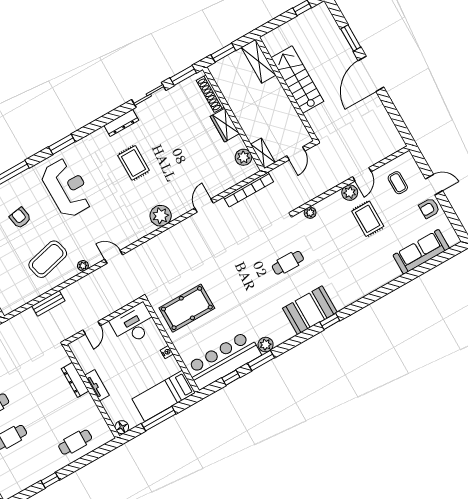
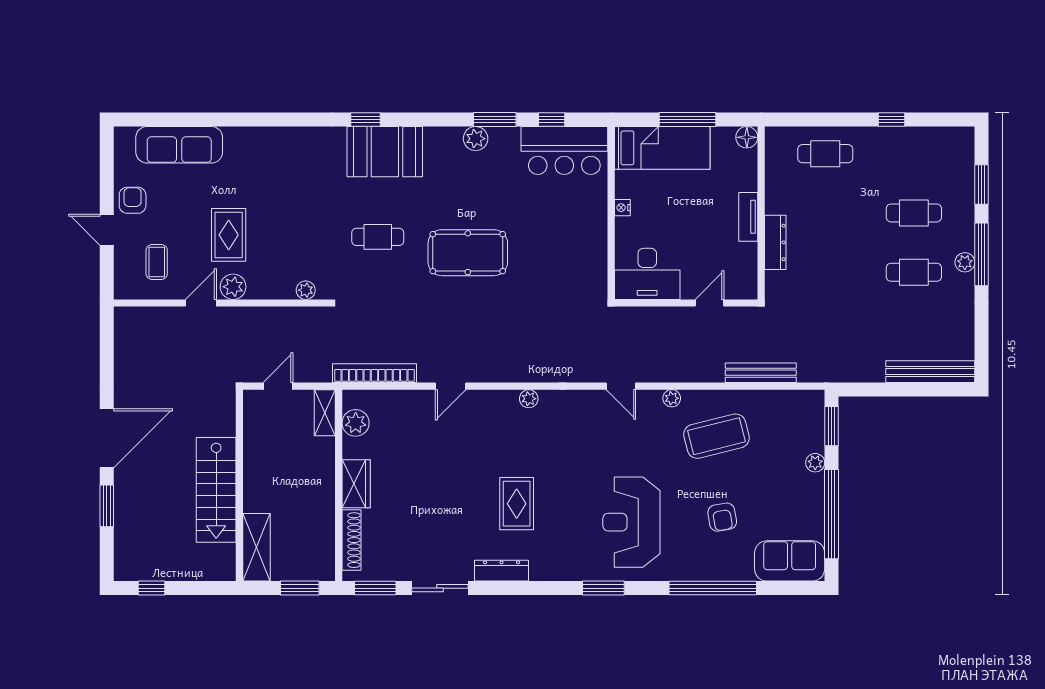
armchair: (429, 208) -> (133, 200), turned -90
plant: (161, 216) -> (529, 399), width x0.53, depth x0.53
bench: (48, 303) -> (761, 373), width x1.36
pool table: (187, 308) -> (468, 253), moved
bar counter: (223, 360) -> (564, 150), width x0.73

